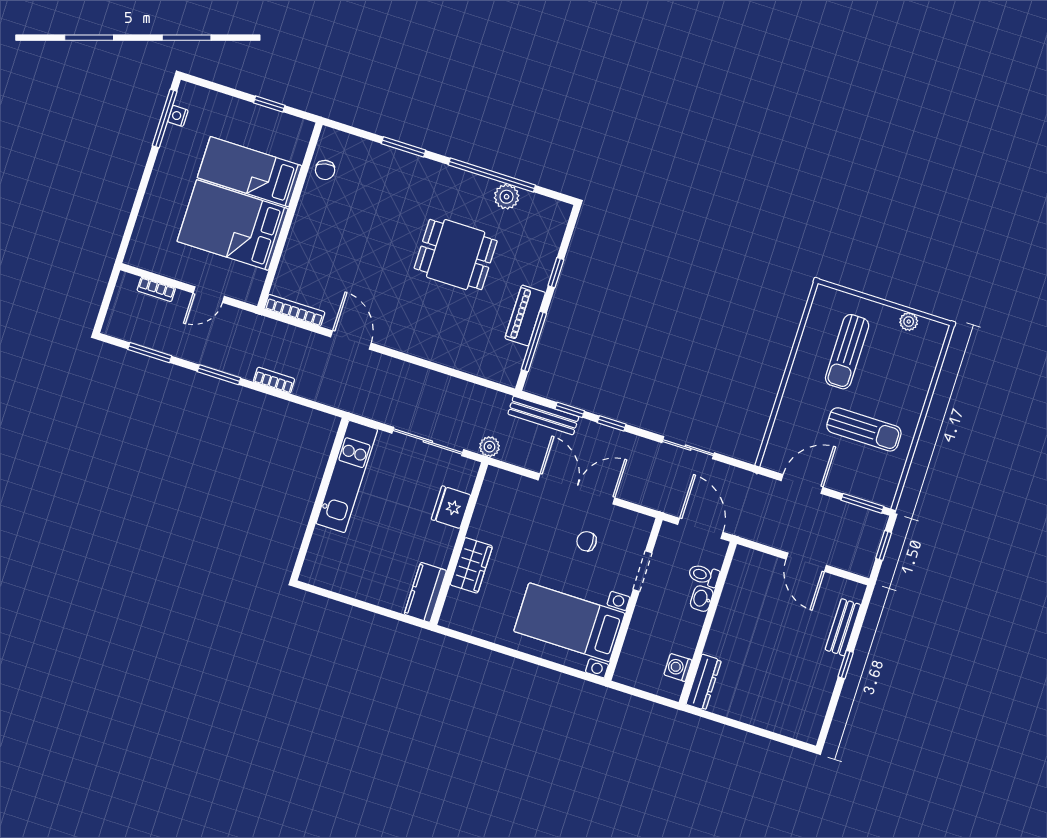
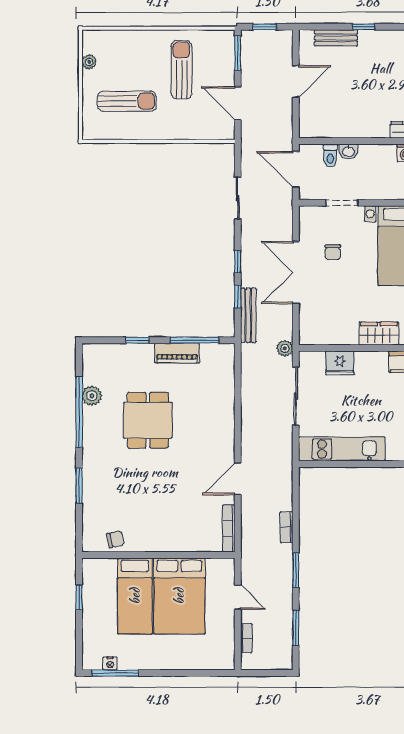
door: (700, 528) -> (296, 169), hinge flipped

